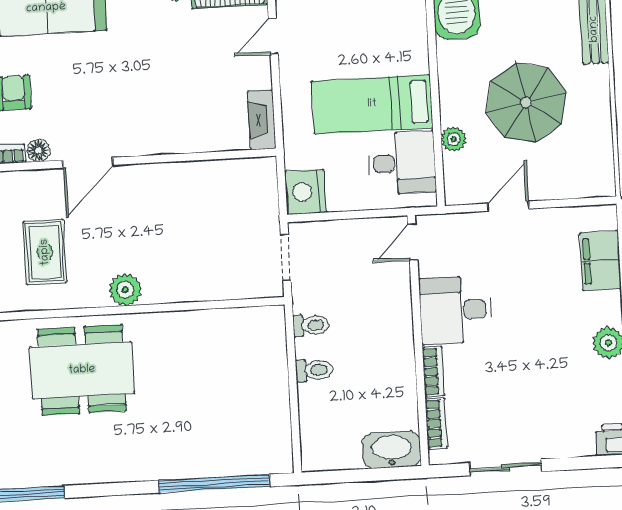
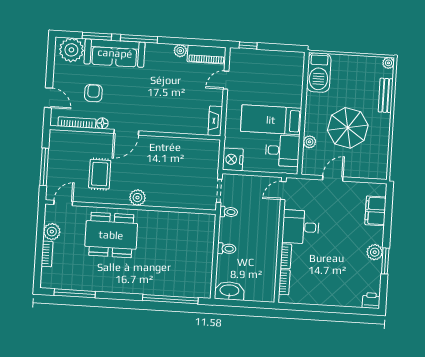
toilet: (311, 325) -> (229, 212), moved
washbasin: (391, 450) -> (229, 291), moved
sliding door: (506, 467) -> (316, 308), removed

